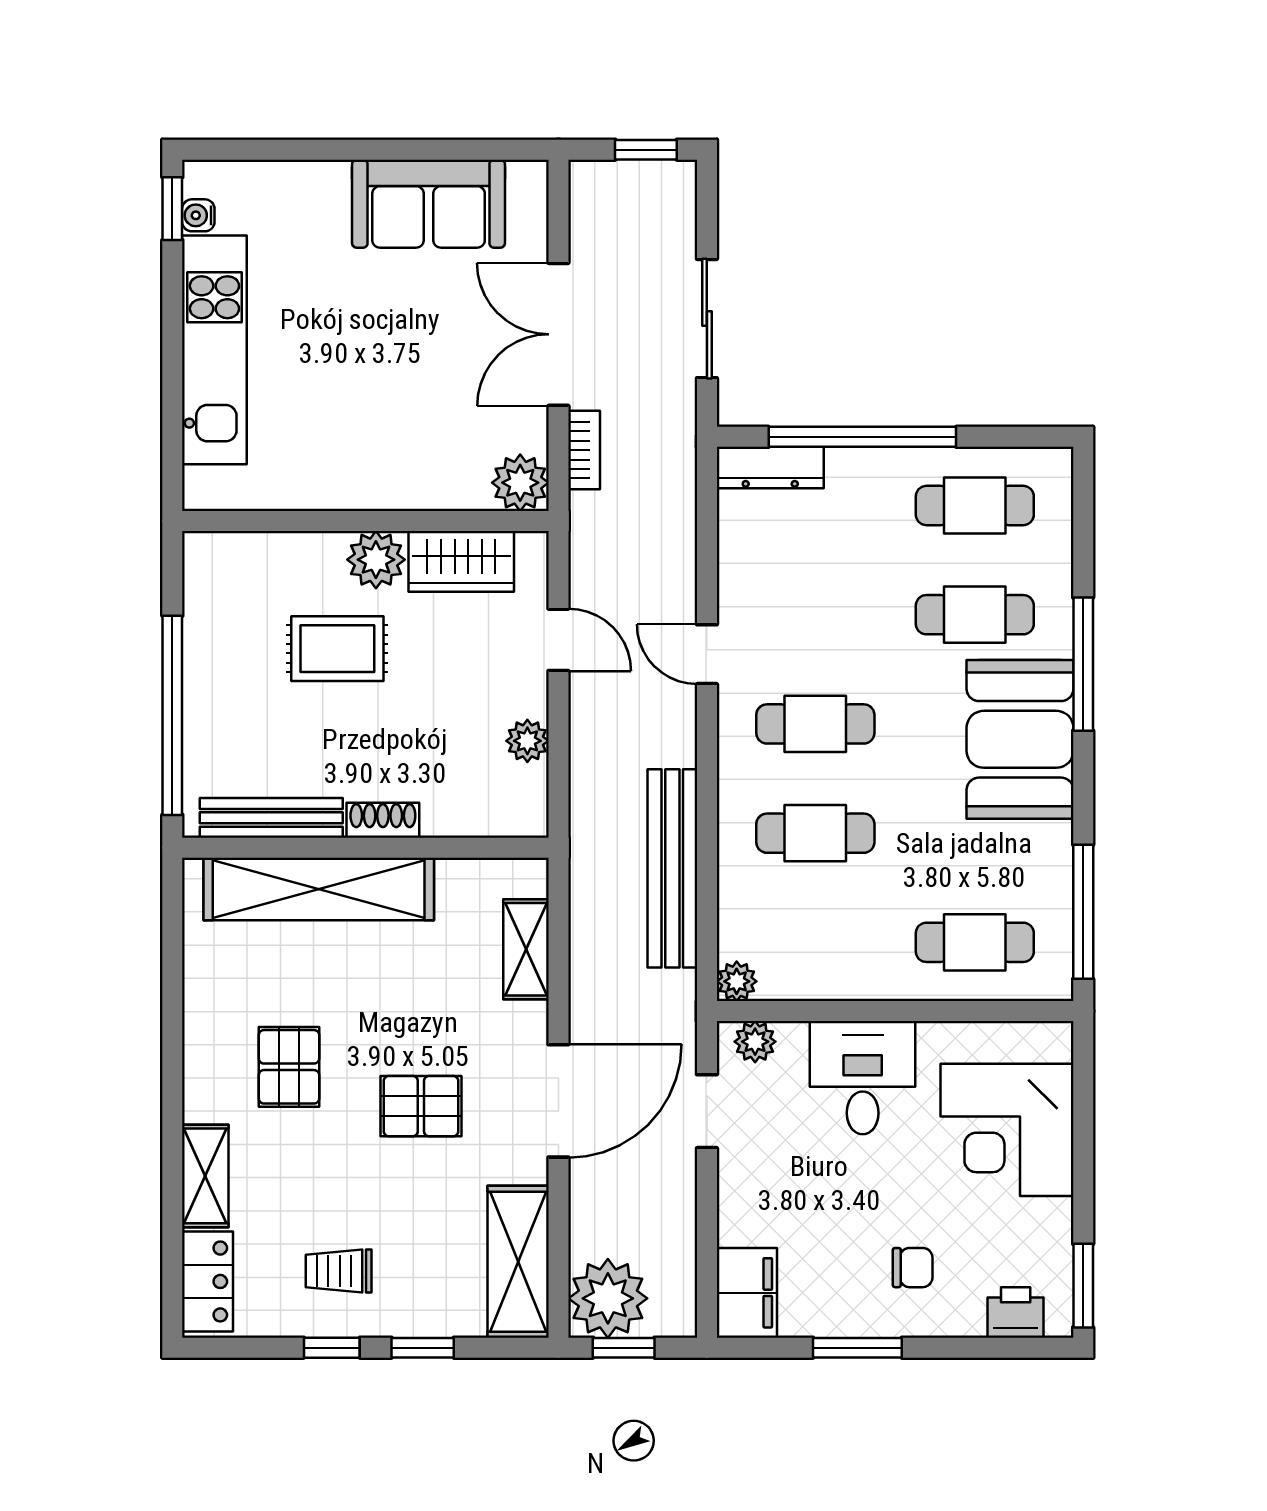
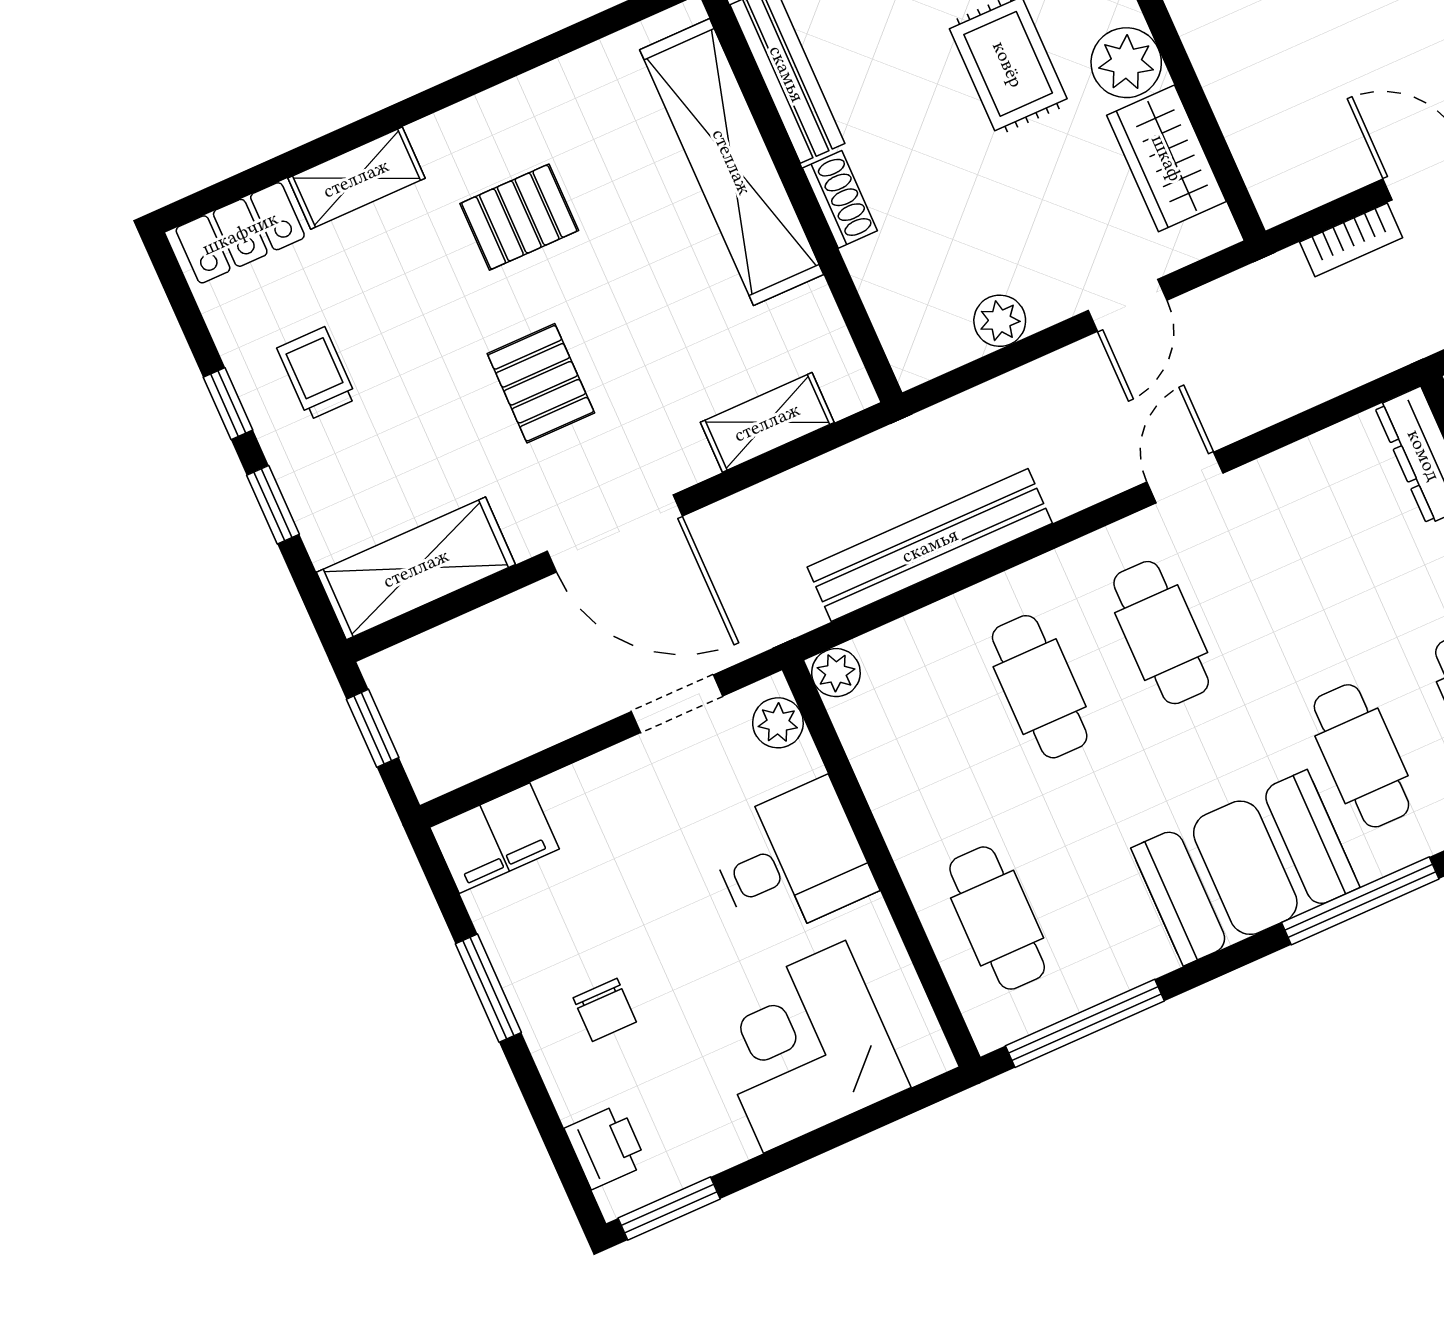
plant: (520, 483) -> (1283, 185), removed
plant: (608, 1298) -> (420, 686), removed

